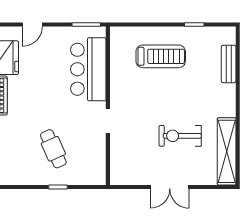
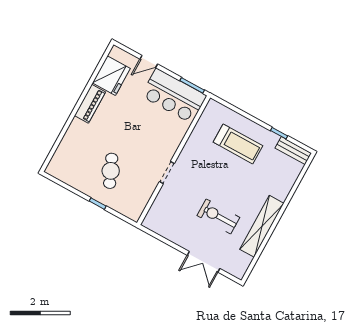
bench: (229, 64) -> (293, 151), moved, turned 90
bar counter: (88, 69) -> (174, 96), moved, turned -90
shelving: (227, 151) -> (262, 226), moved
double door: (170, 187) -> (203, 262), moved

